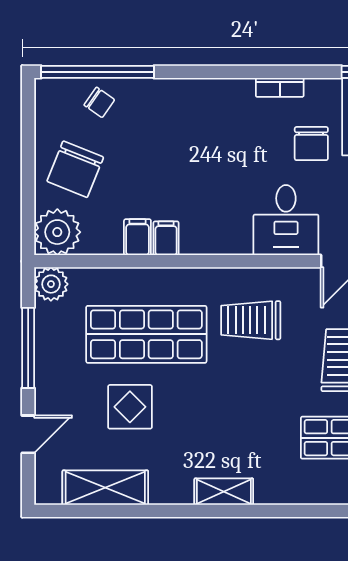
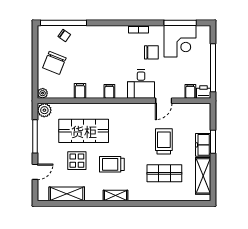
chair: (311, 144) -> (151, 52), turned -90
plant: (57, 232) -> (43, 93), width x0.53, depth x0.53
filing cabinet: (166, 238) -> (109, 91), moved
trolley: (251, 320) -> (112, 164), moved

